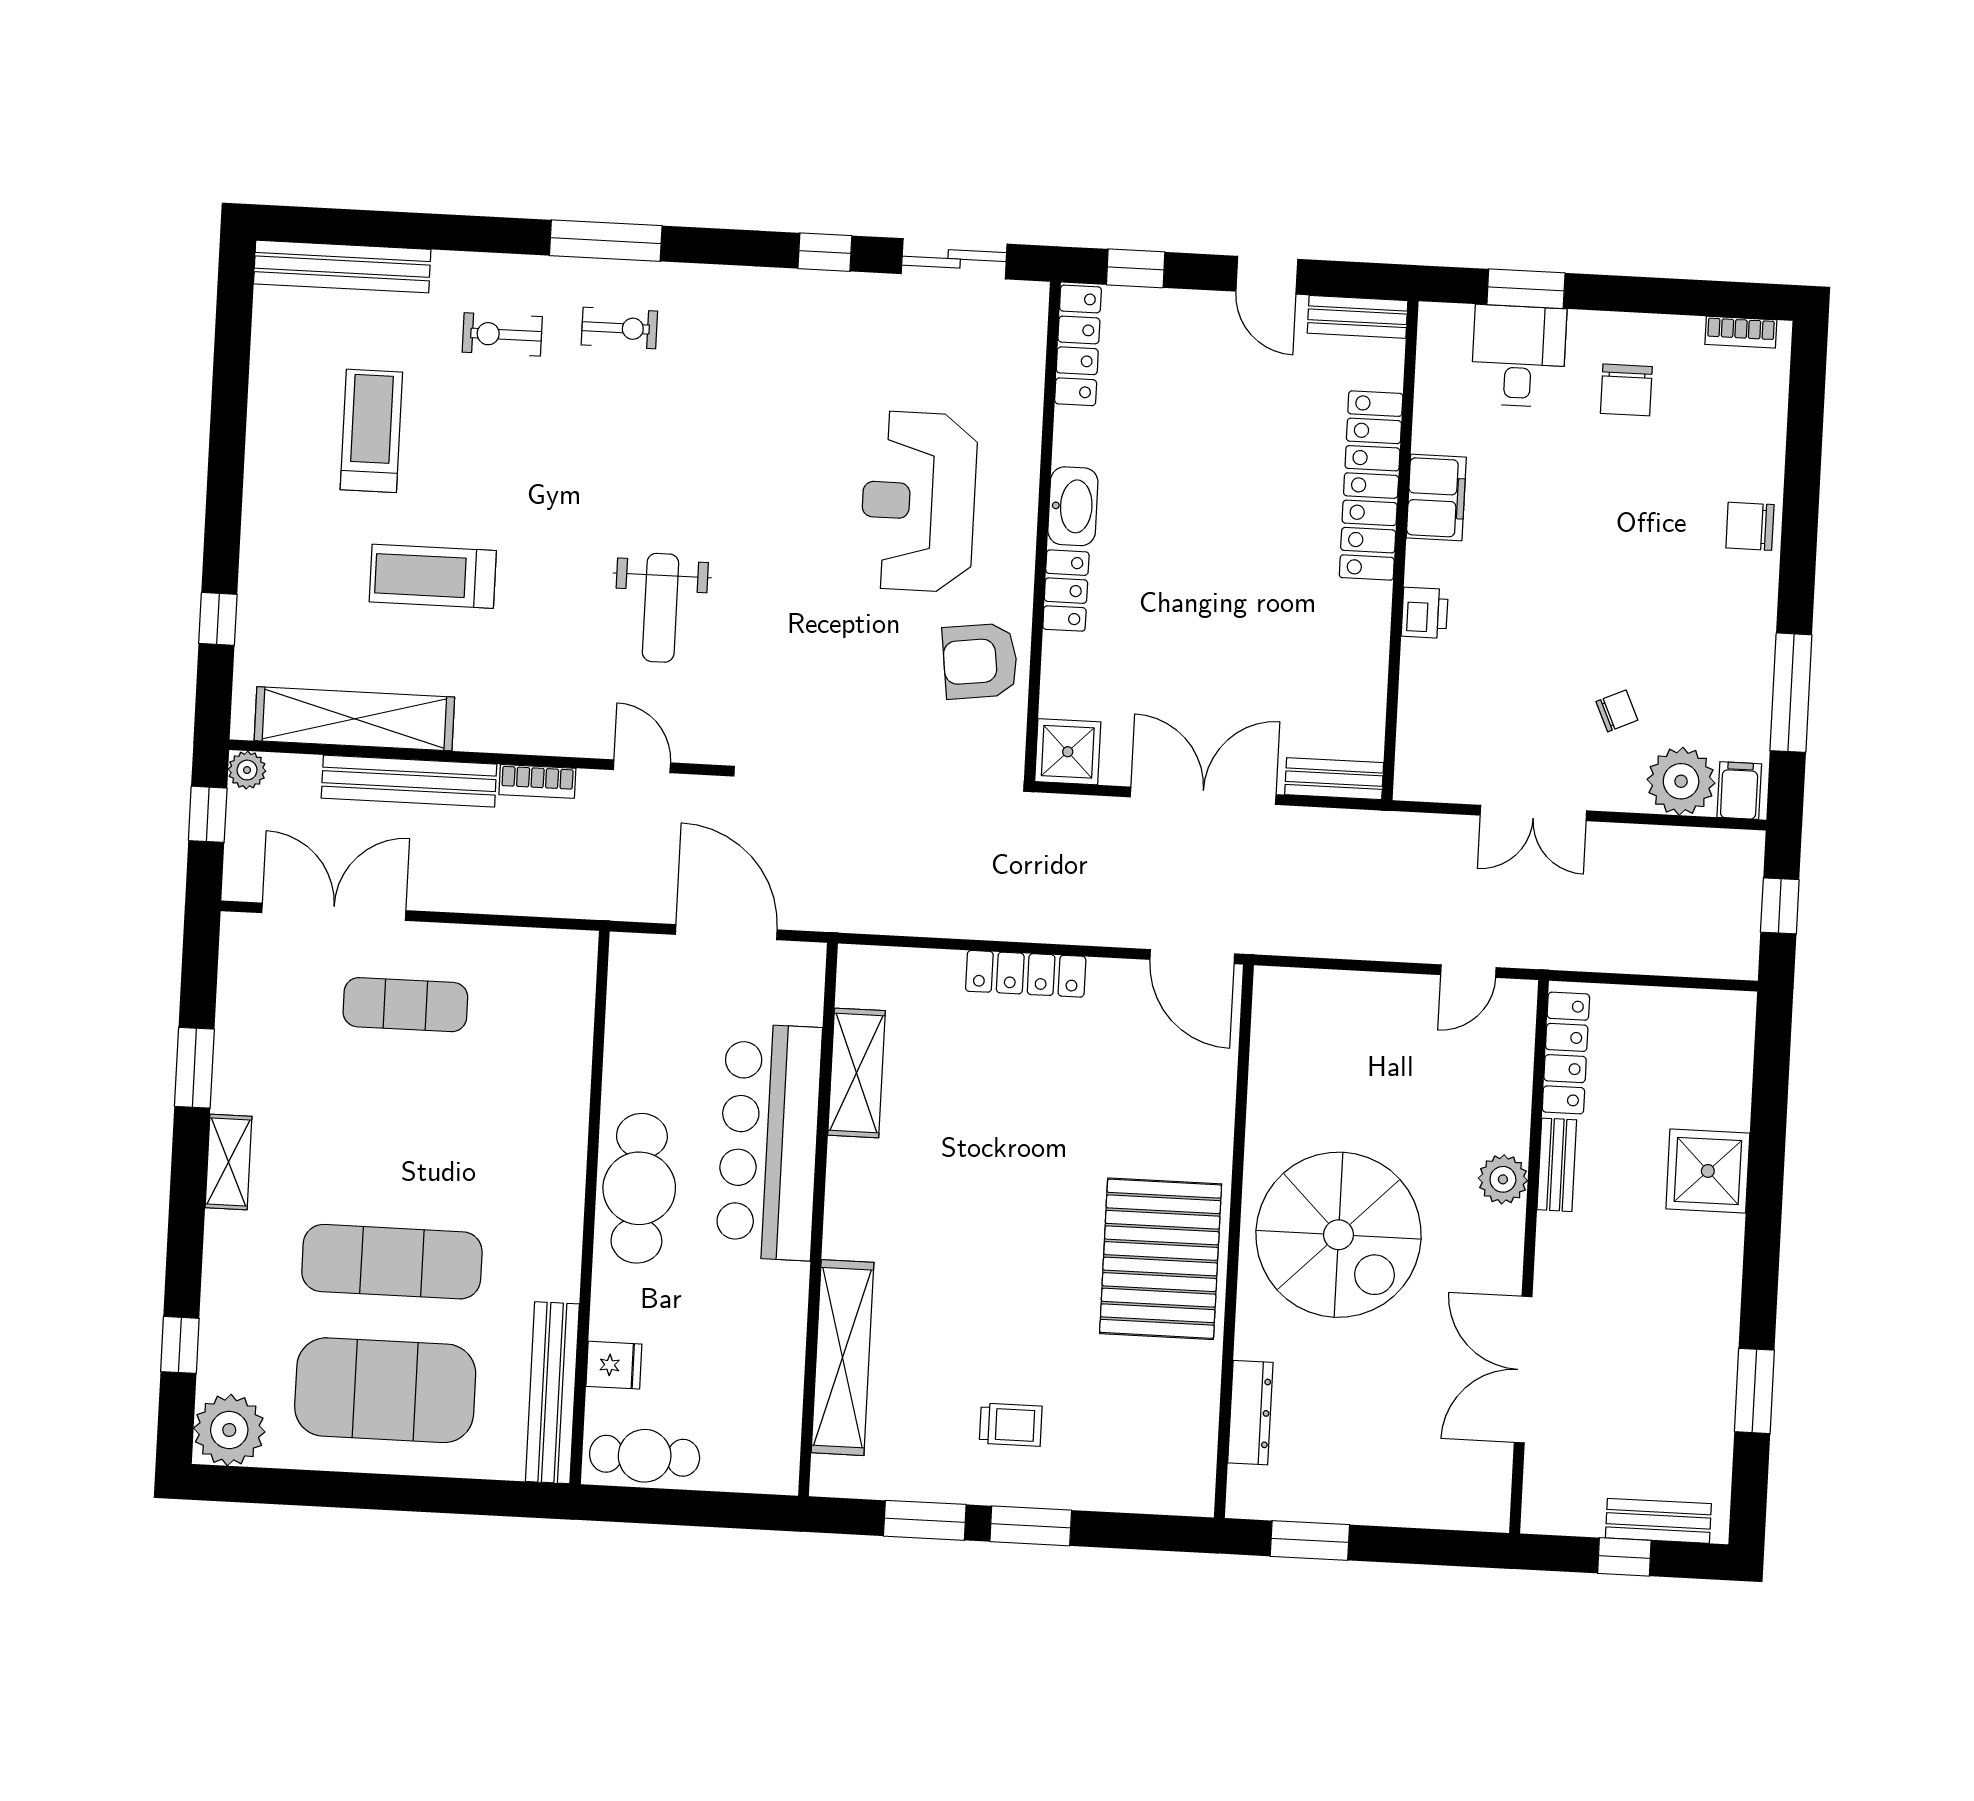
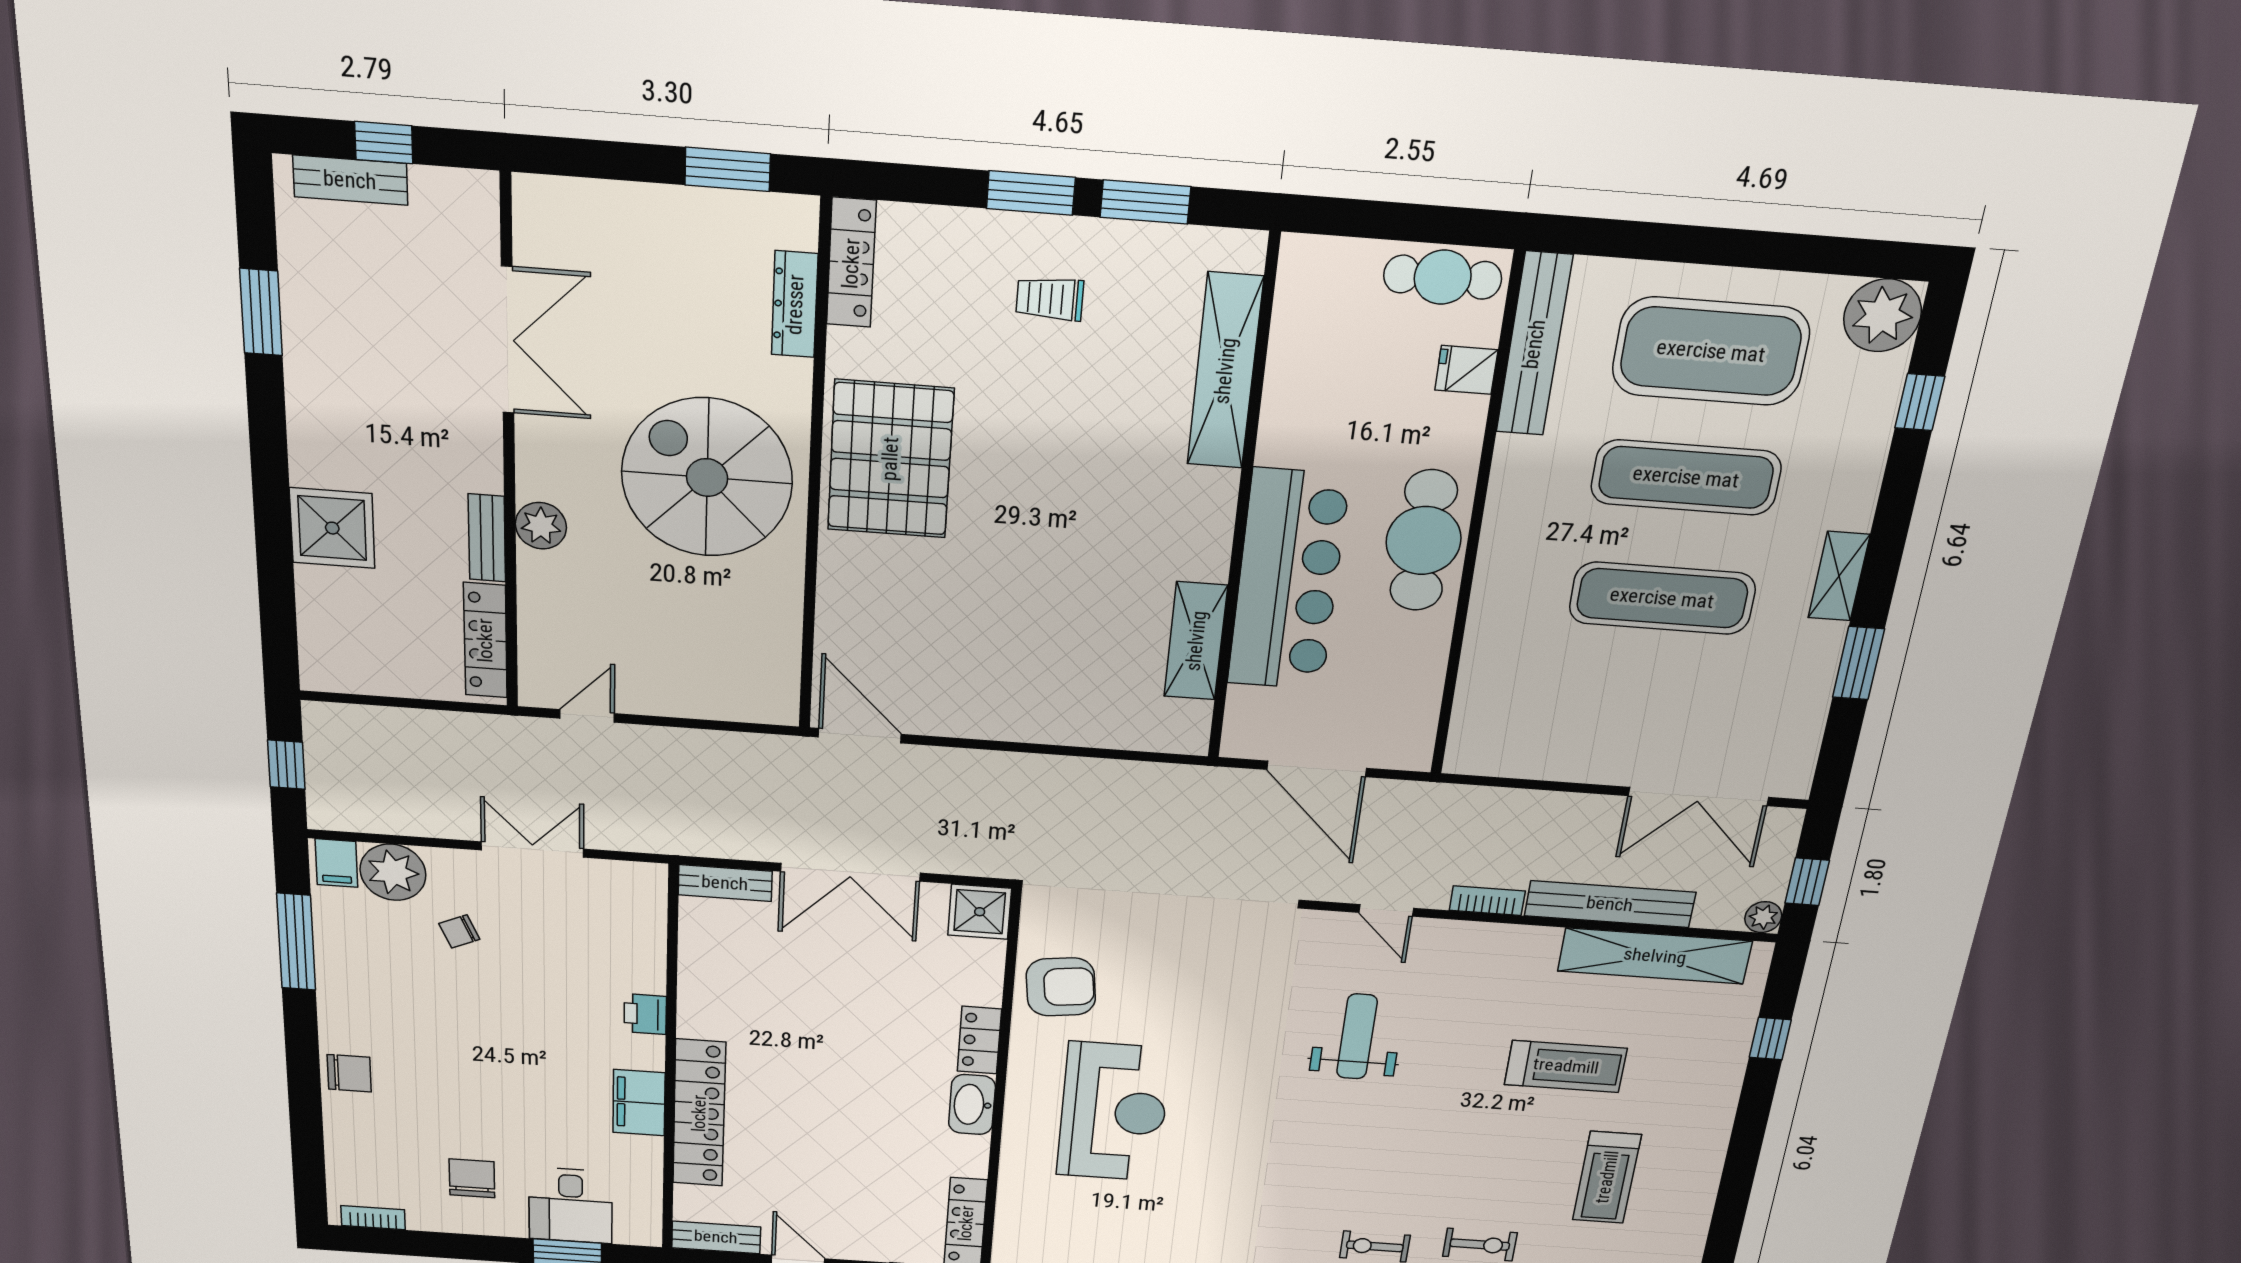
locker: (1026, 974) -> (851, 263), moved, turned 90
exercise mat: (405, 1005) -> (1662, 598), moved, width x1.36, depth x1.45

